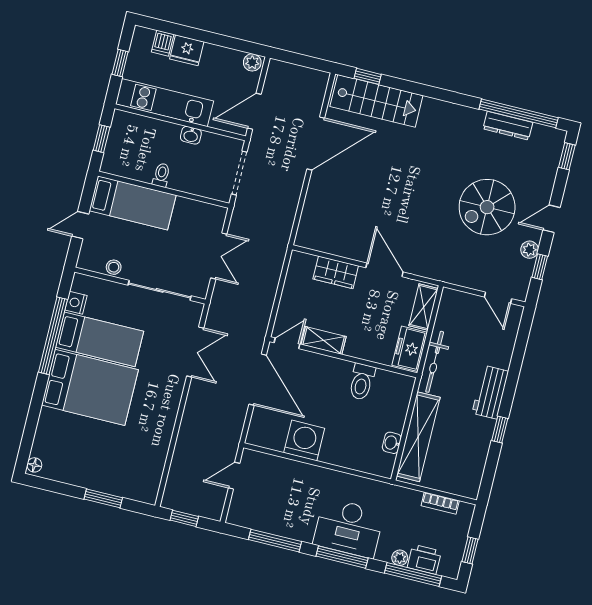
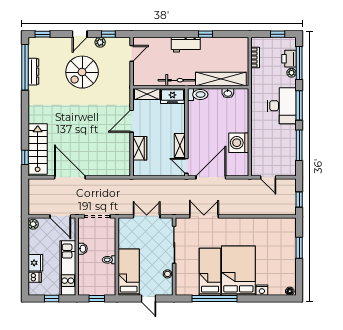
spiral stairs: (487, 207) -> (82, 72), turned 90
door: (552, 219) -> (80, 34), hinge flipped
nightstand: (76, 303) -> (262, 290), moved
toilet: (362, 382) -> (198, 95), moved

